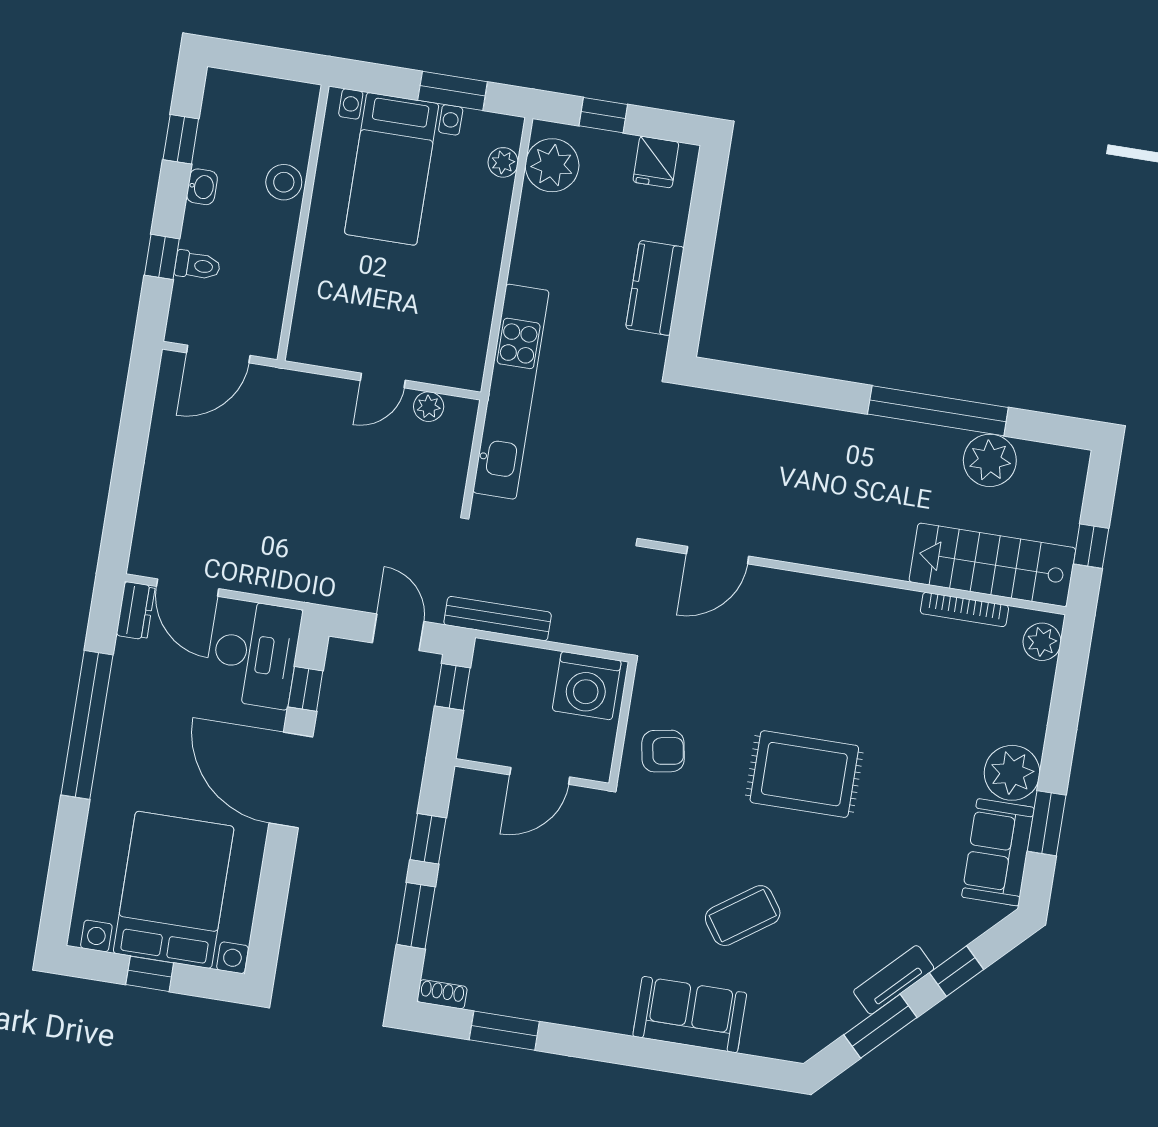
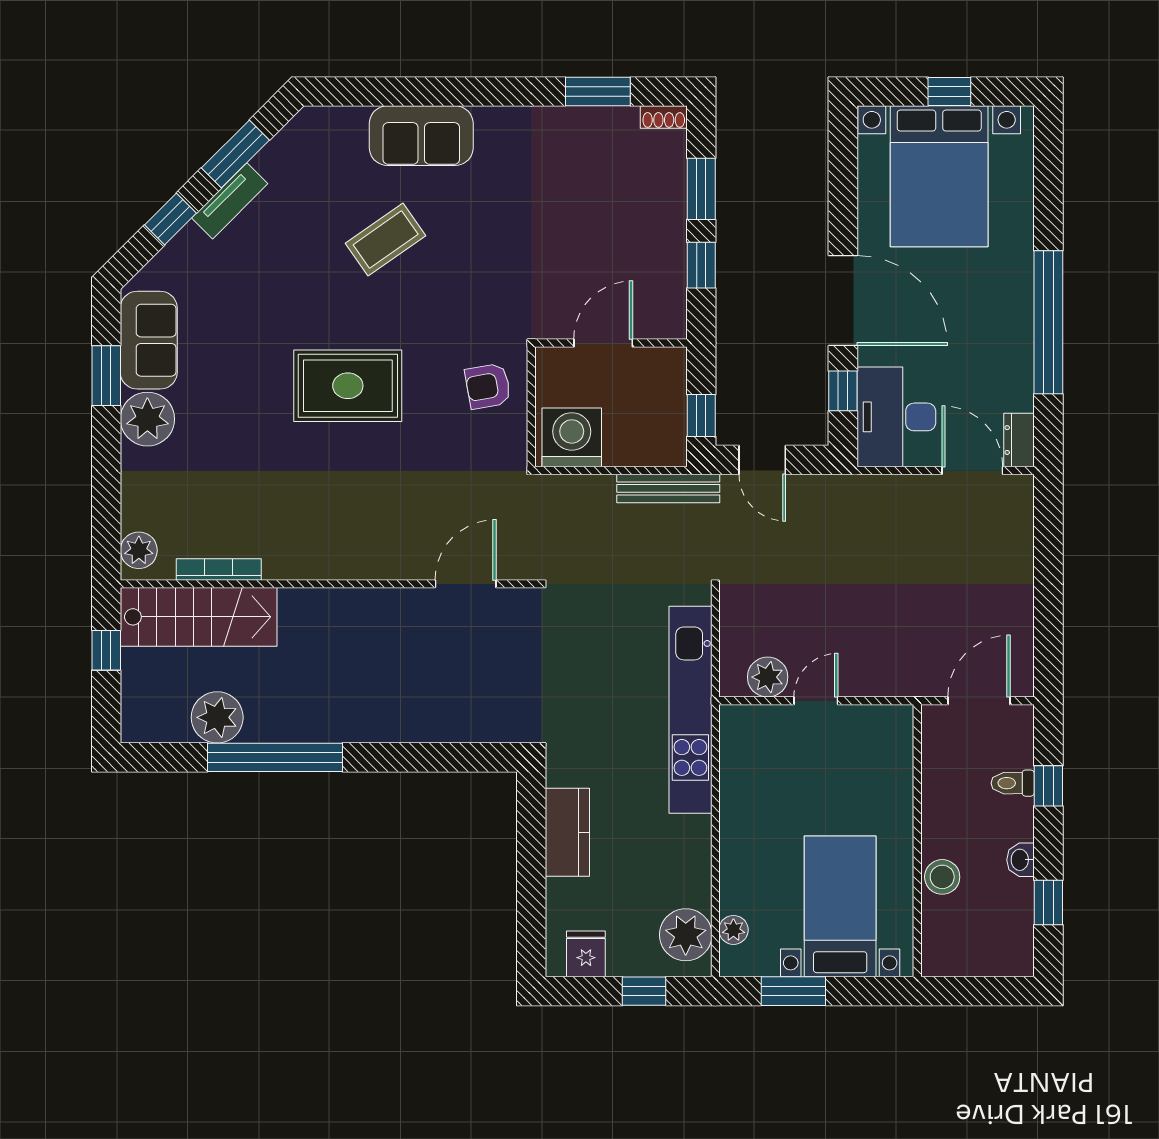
plant: (429, 407) -> (768, 677), width x1.38, depth x1.38

